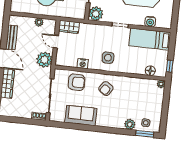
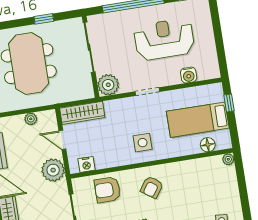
wardrobe: (69, 27) -> (82, 113), width x1.50
bed: (150, 39) -> (198, 120), moved
nightstand: (83, 64) -> (86, 164), moved
window: (170, 66) -> (229, 103), moved
armchair: (76, 82) -> (107, 190), turned 180

